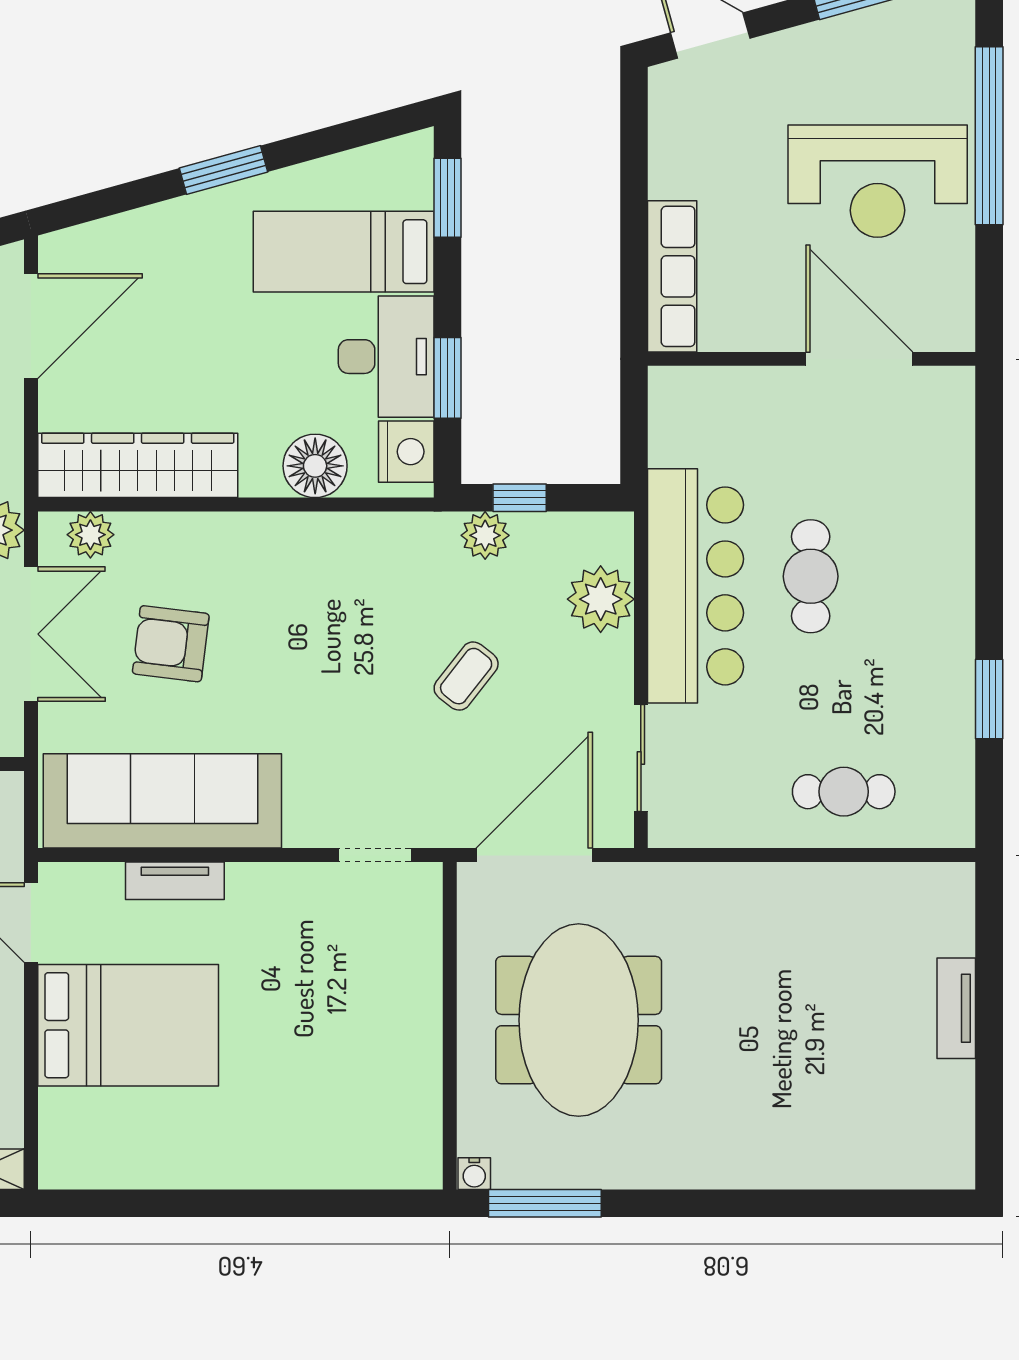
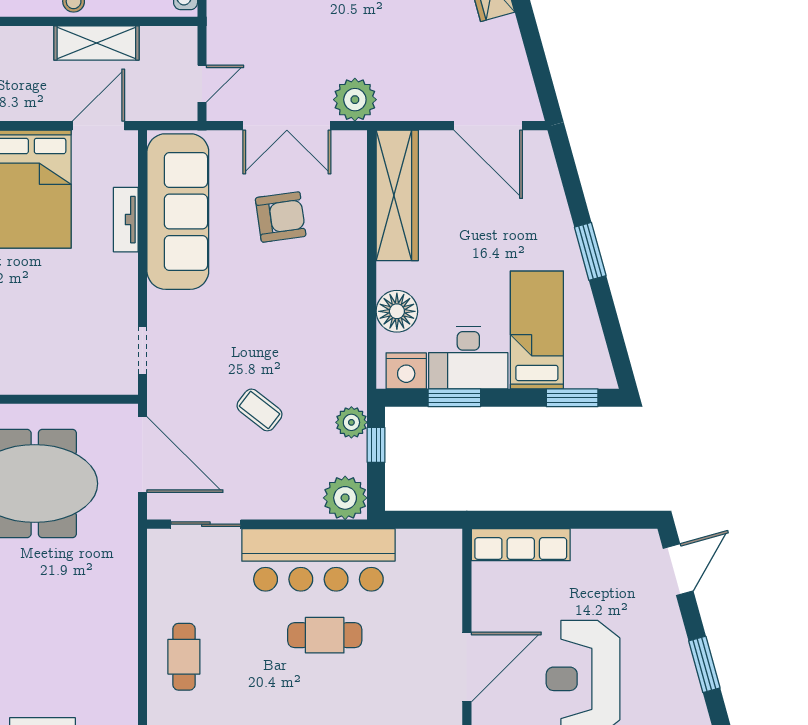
plant: (90, 535) -> (352, 164), removed
plant: (601, 599) -> (345, 498), moved
armchair: (171, 644) -> (281, 217), turned 75

